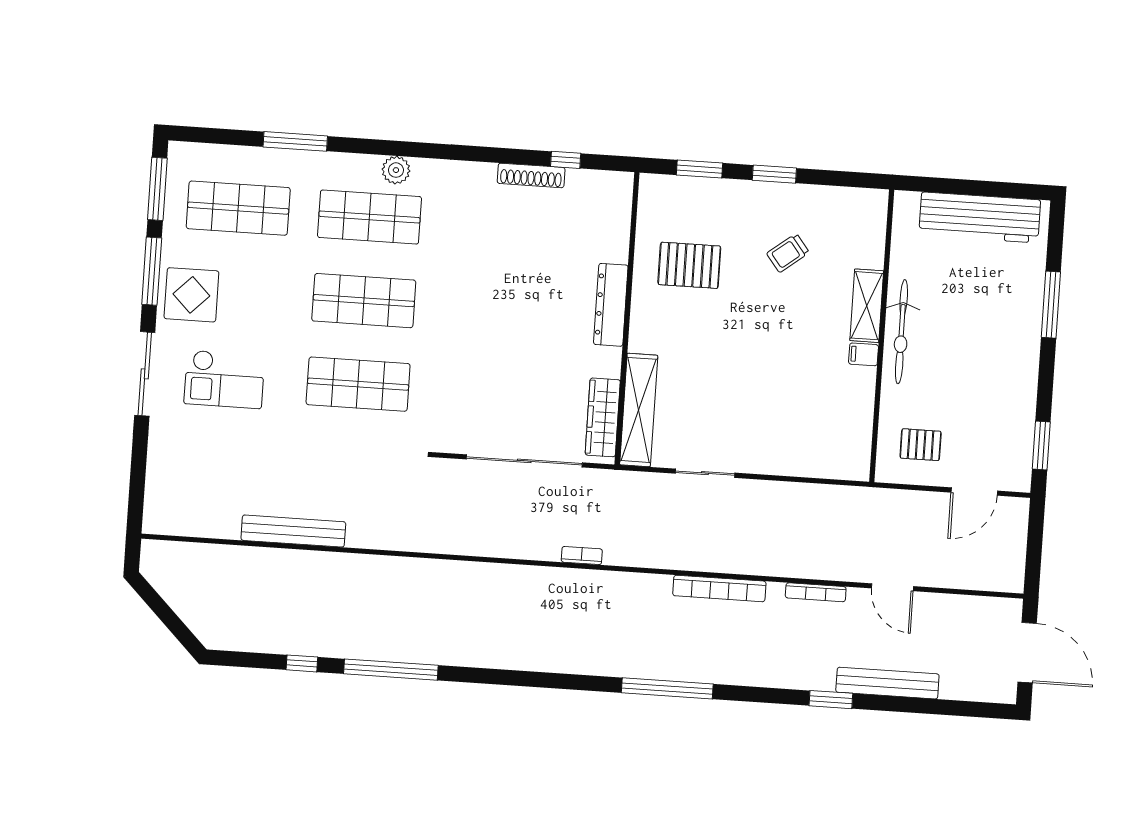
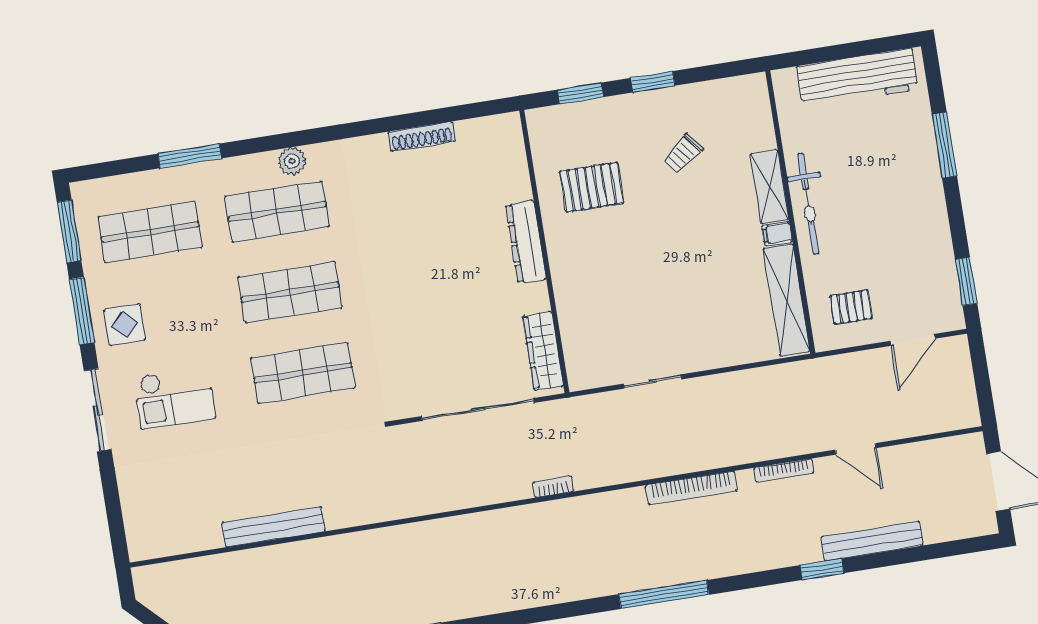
window: (566, 160) -> (451, 114), removed
display table: (191, 295) -> (125, 325), width x0.73, depth x0.73
shelving: (639, 410) -> (787, 300), moved

